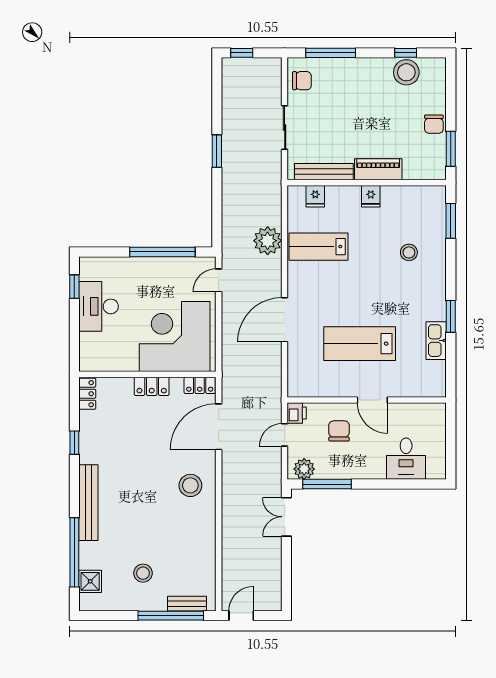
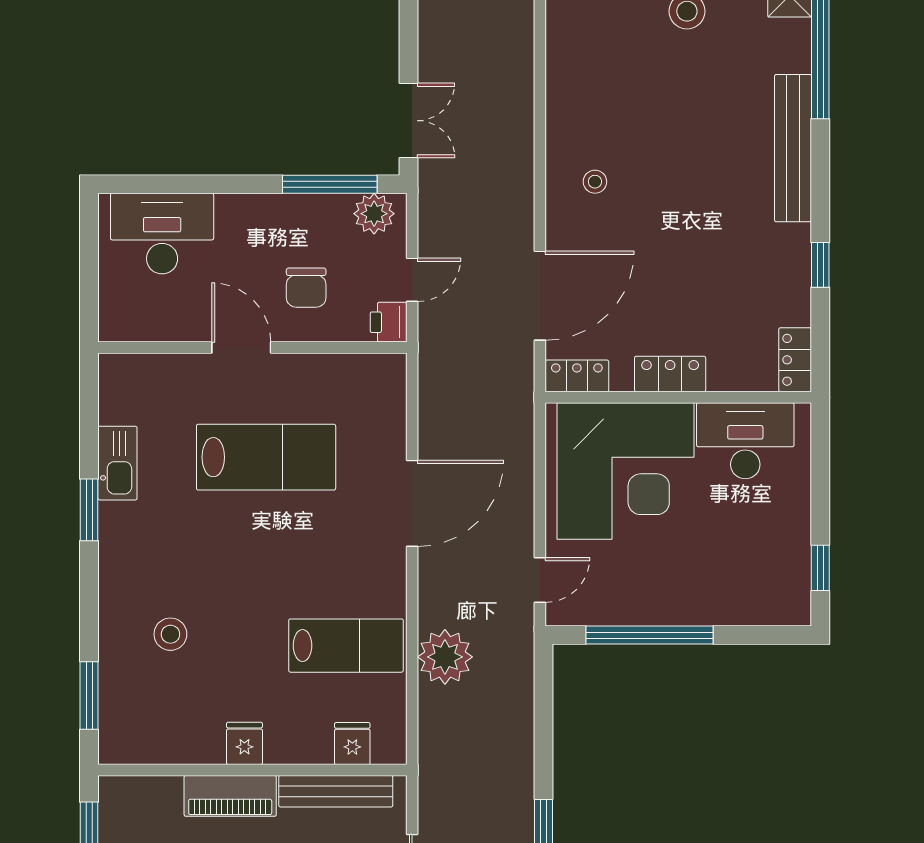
desk: (99, 306) -> (745, 441), moved, turned -90
desk: (406, 459) -> (162, 234), width x1.37
stool: (190, 485) -> (595, 182), width x0.53, depth x0.53

